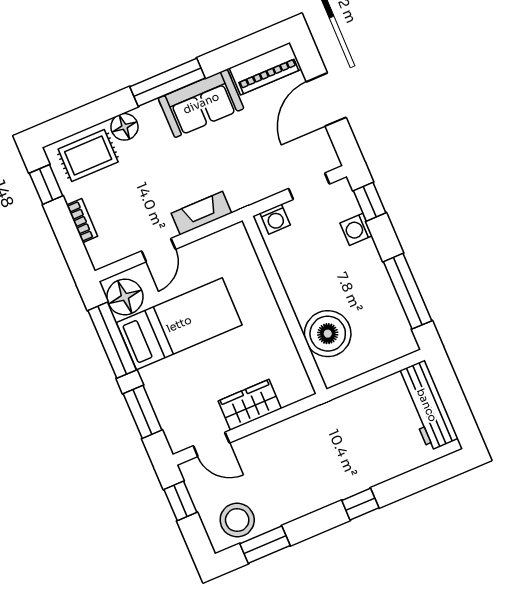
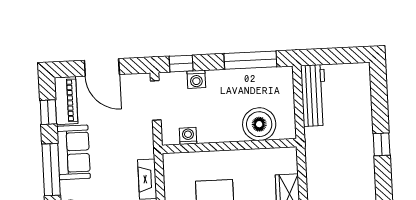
window: (242, 51) -> (48, 112), added
doorway: (309, 186) -> (156, 100), width x1.38
washing machine: (275, 219) -> (188, 136), moved, turned -90
workbench: (427, 405) -> (314, 95), moved, turned -90

